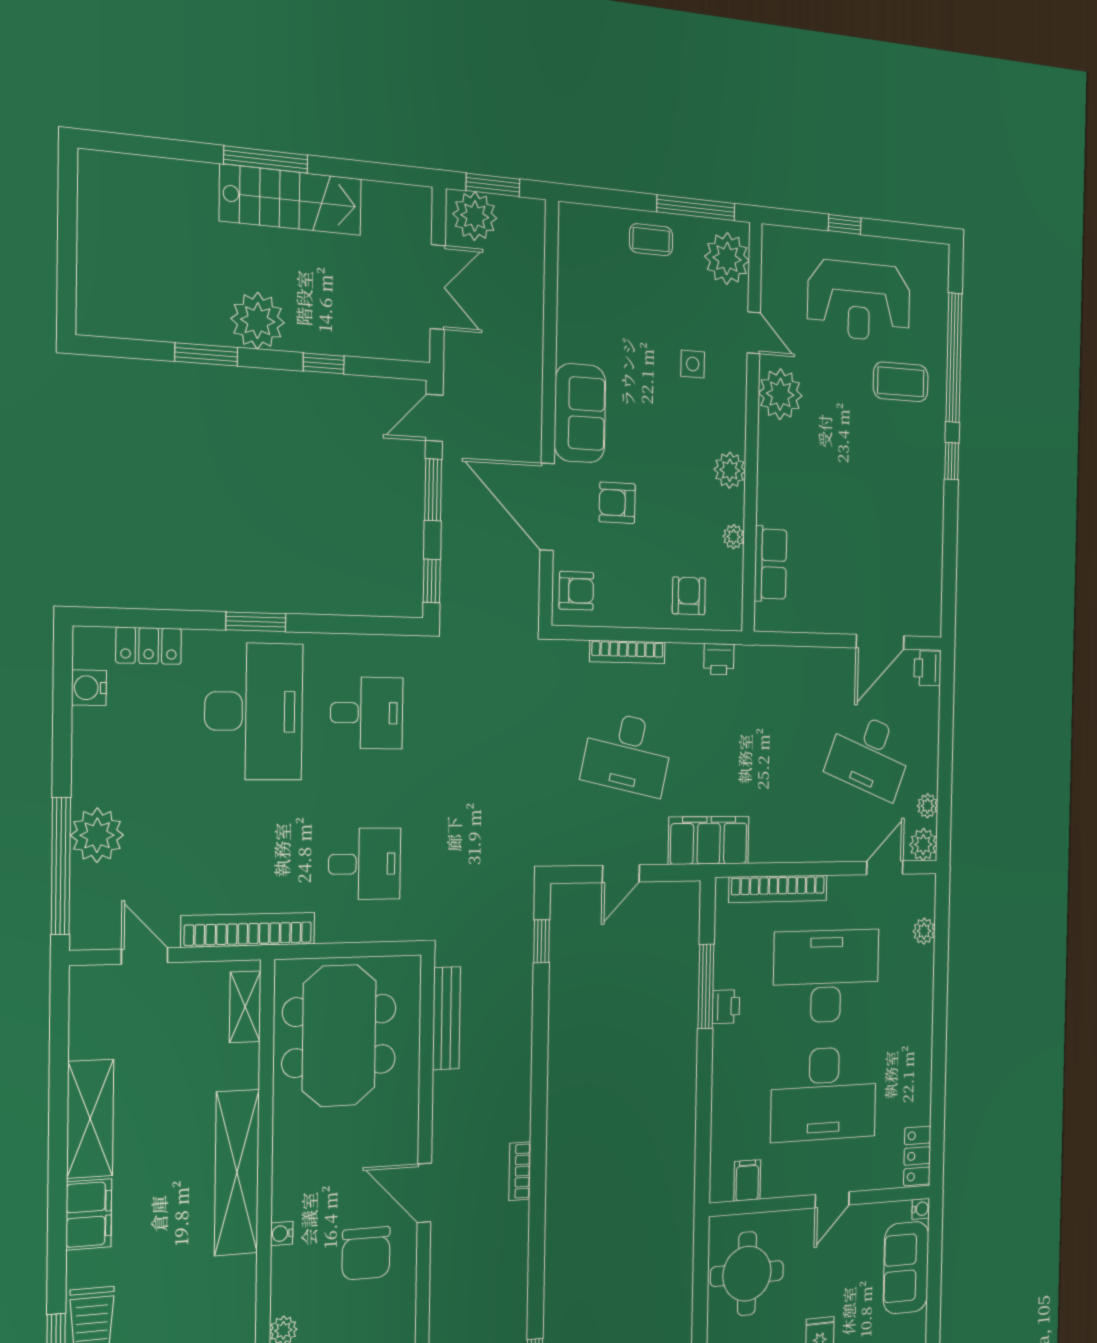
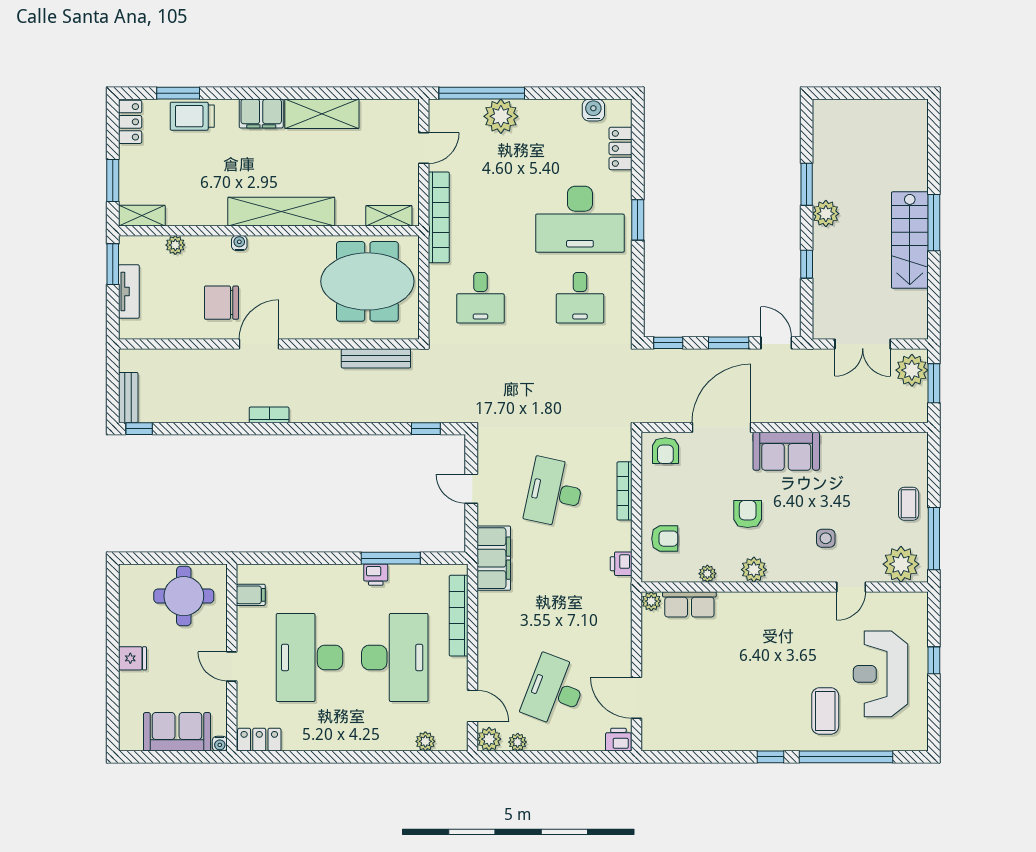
plant: (258, 321) -> (826, 214), width x0.73, depth x0.73
plant: (780, 394) -> (651, 601), moved, width x0.53, depth x0.53
armchair: (617, 503) -> (748, 514), moved

